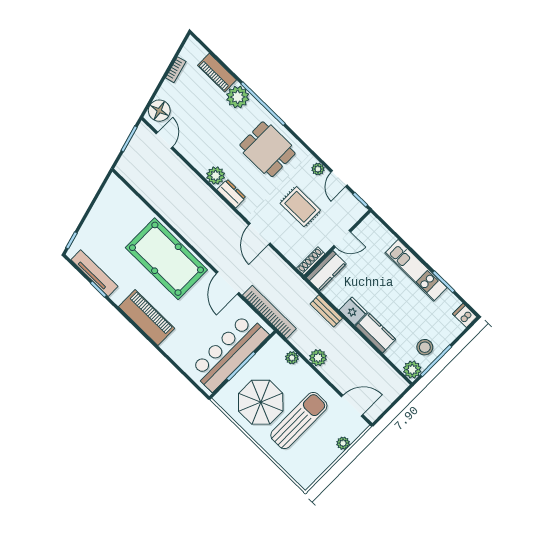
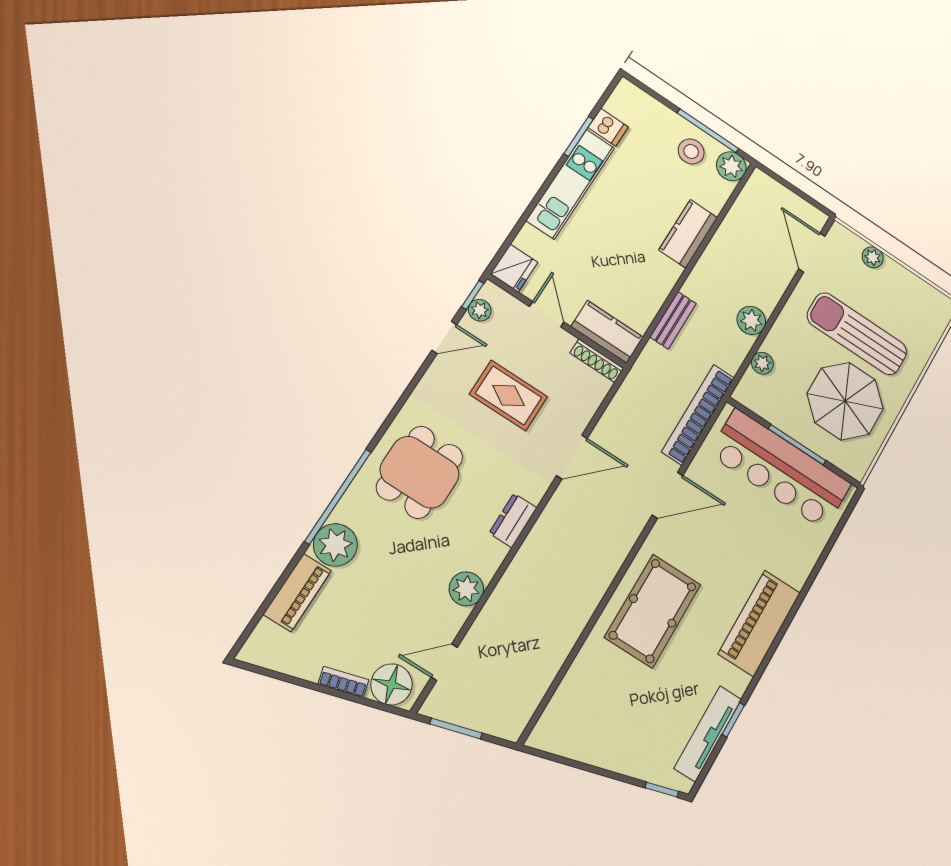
bookcase: (176, 70) -> (343, 682), moved
plant: (318, 169) -> (480, 310), moved
plant: (216, 176) -> (466, 589), moved
rug: (300, 207) -> (508, 395), turned 90
pool table: (166, 259) -> (653, 611), width x0.73, depth x0.76
fridge: (353, 311) -> (514, 268), moved, turned 180
dishwasher: (465, 315) -> (608, 127), moved, turned -90

